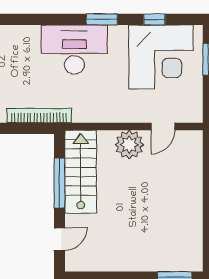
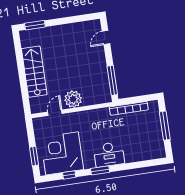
desk: (74, 50) -> (109, 154), width x0.73, depth x0.77
stairs: (81, 172) -> (34, 72), moved, turned 180
window: (59, 183) -> (112, 80), moved

